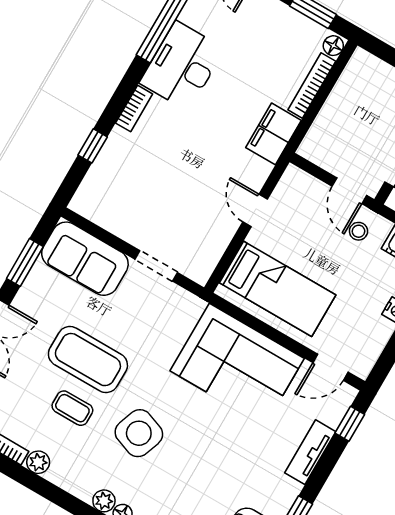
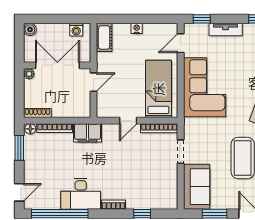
shoe rack: (352, 72) -> (37, 113), added
stool: (358, 231) -> (110, 67), removed
bookcase: (214, 253) -> (159, 128), added
door: (331, 367) -> (181, 43), swing flipped

